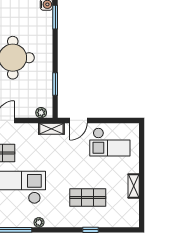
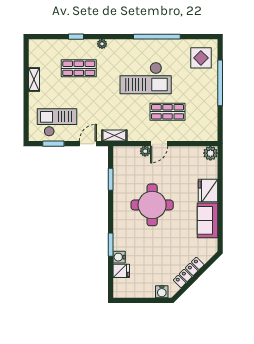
plant: (41, 113) -> (145, 151), moved
window: (114, 120) -> (53, 144), added
plant: (39, 222) -> (102, 44), moved

